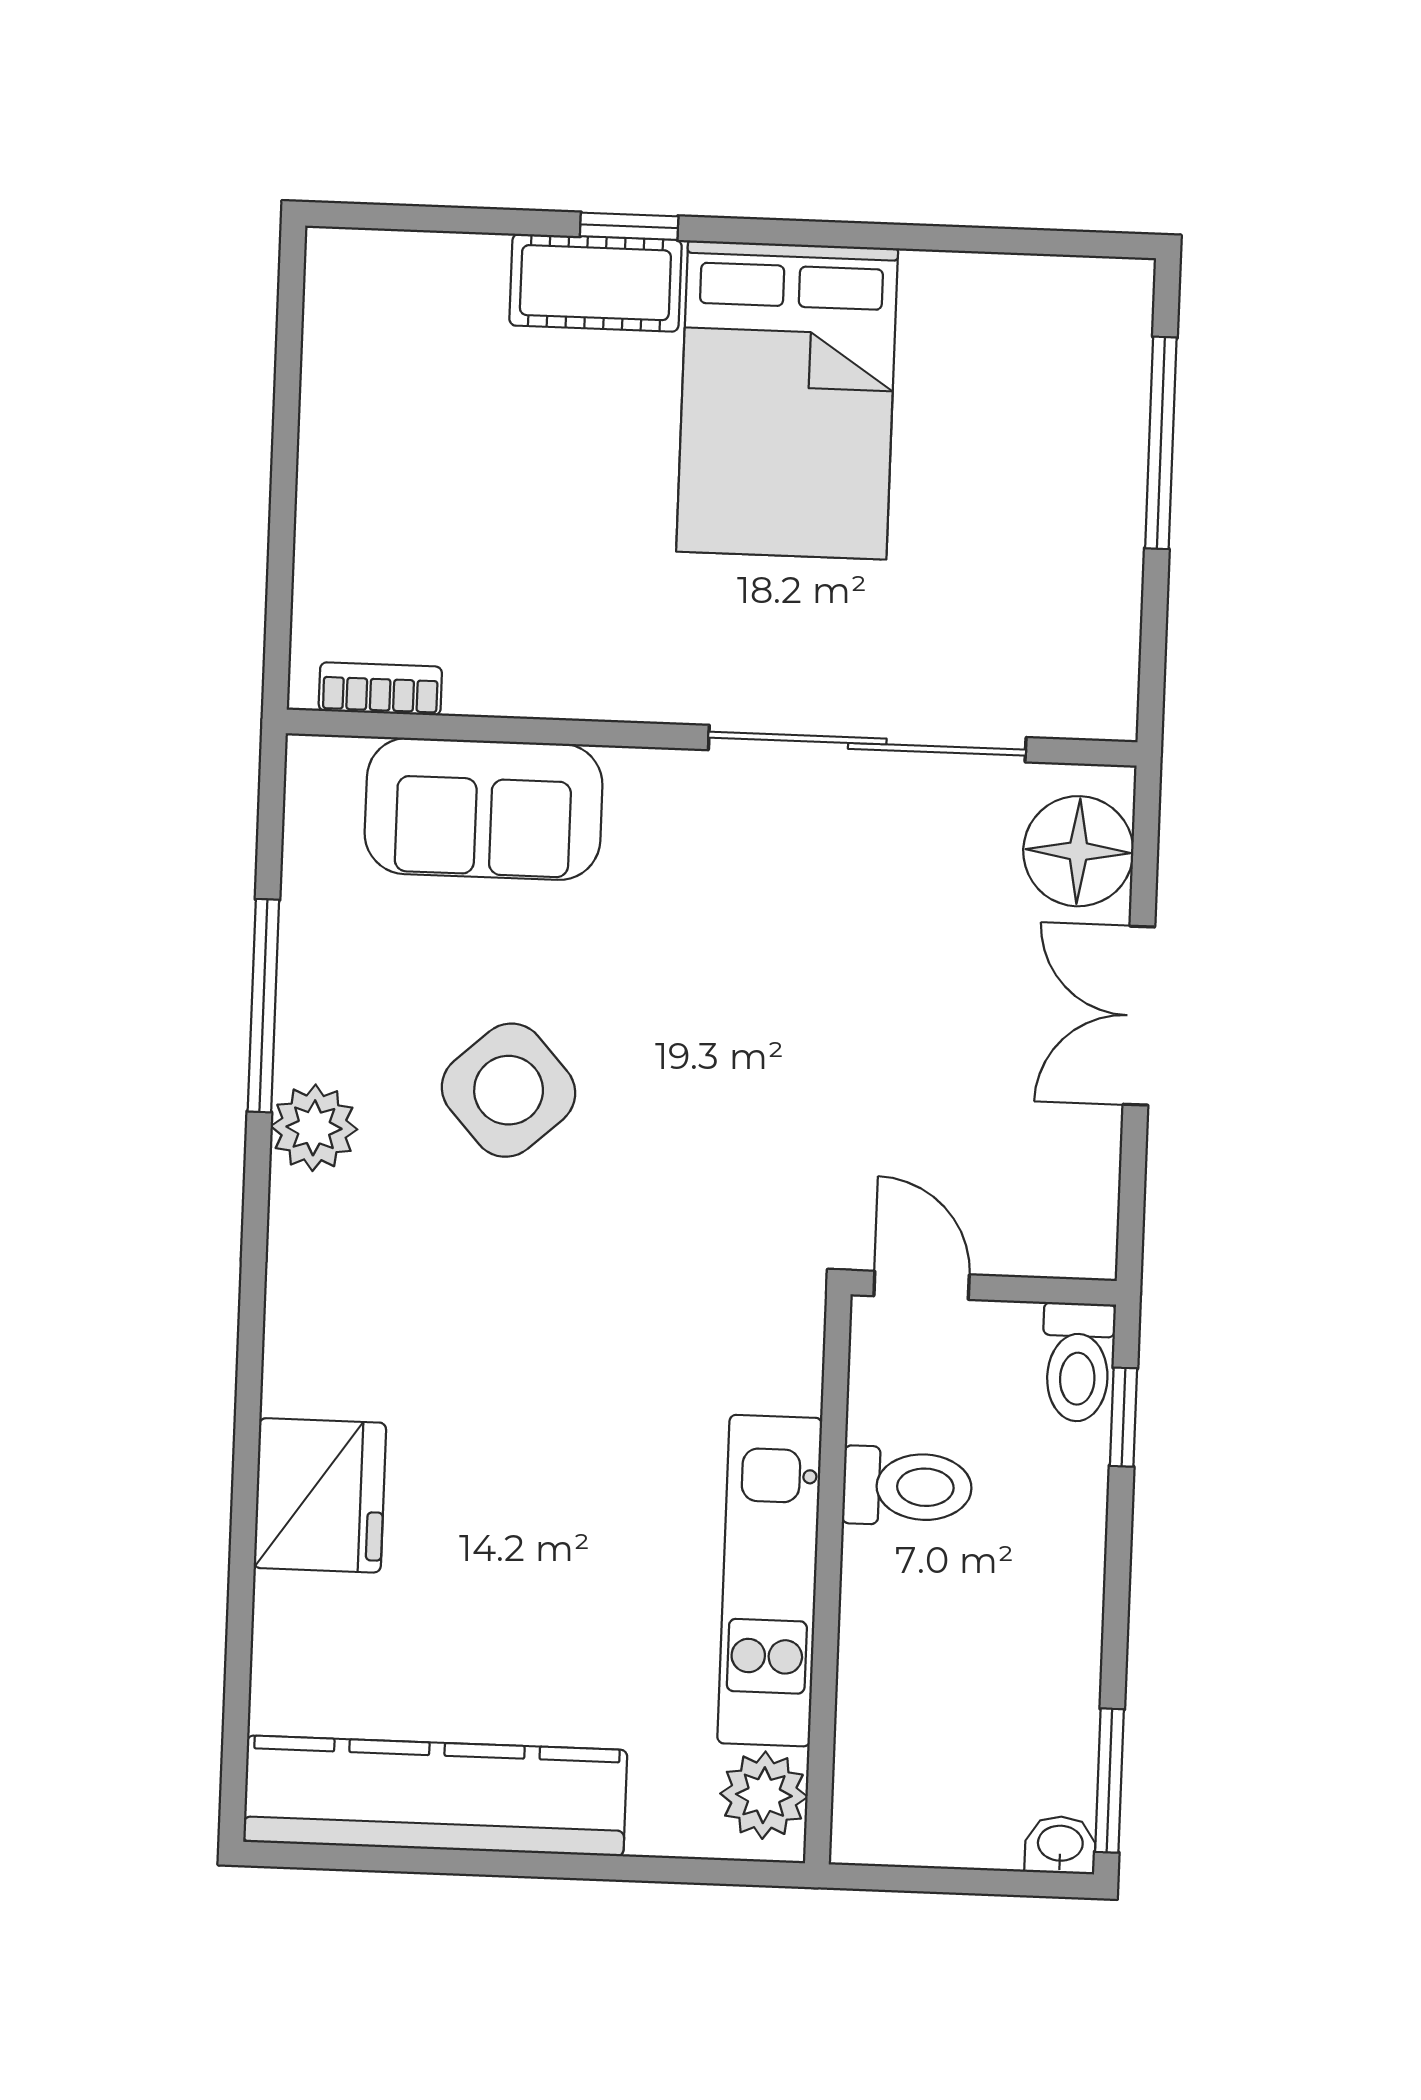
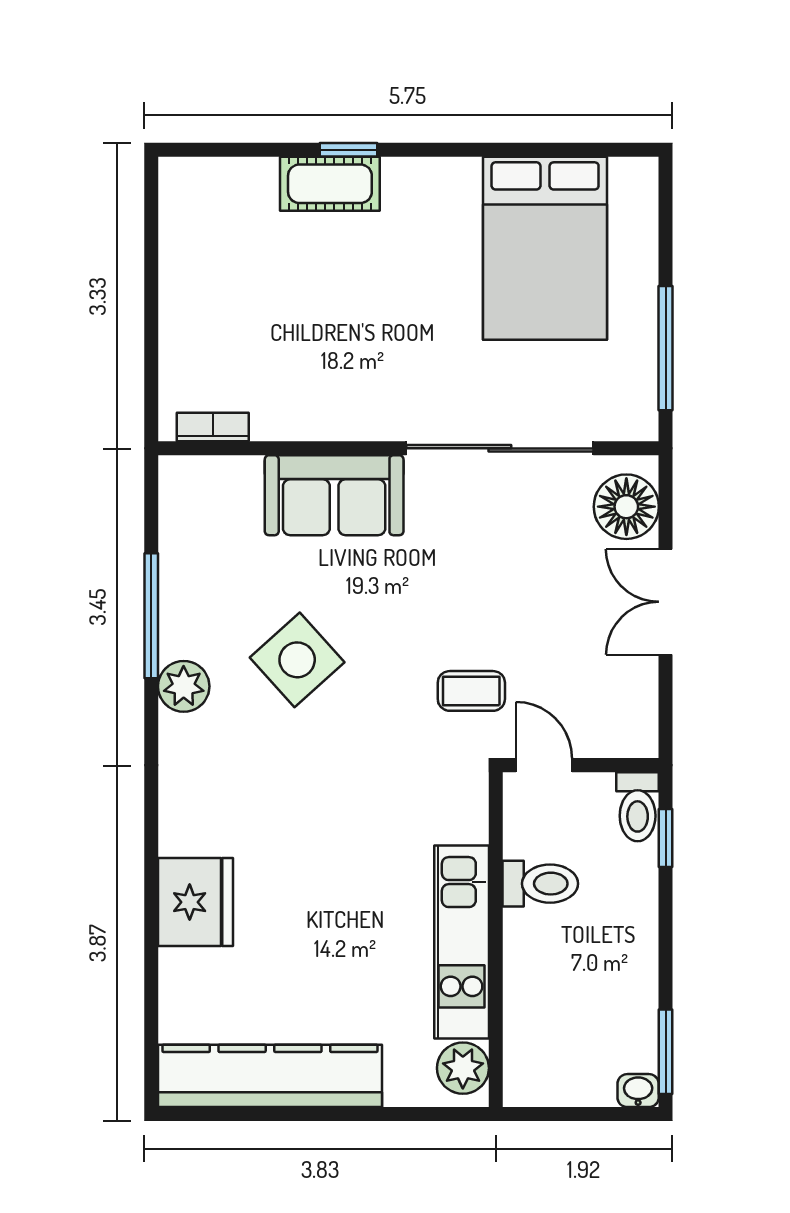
bed: (787, 400) -> (545, 248), moved
window: (1161, 443) -> (666, 348), moved
sofa: (484, 809) -> (334, 495), moved
coffee table: (803, 1154) -> (471, 691), added

